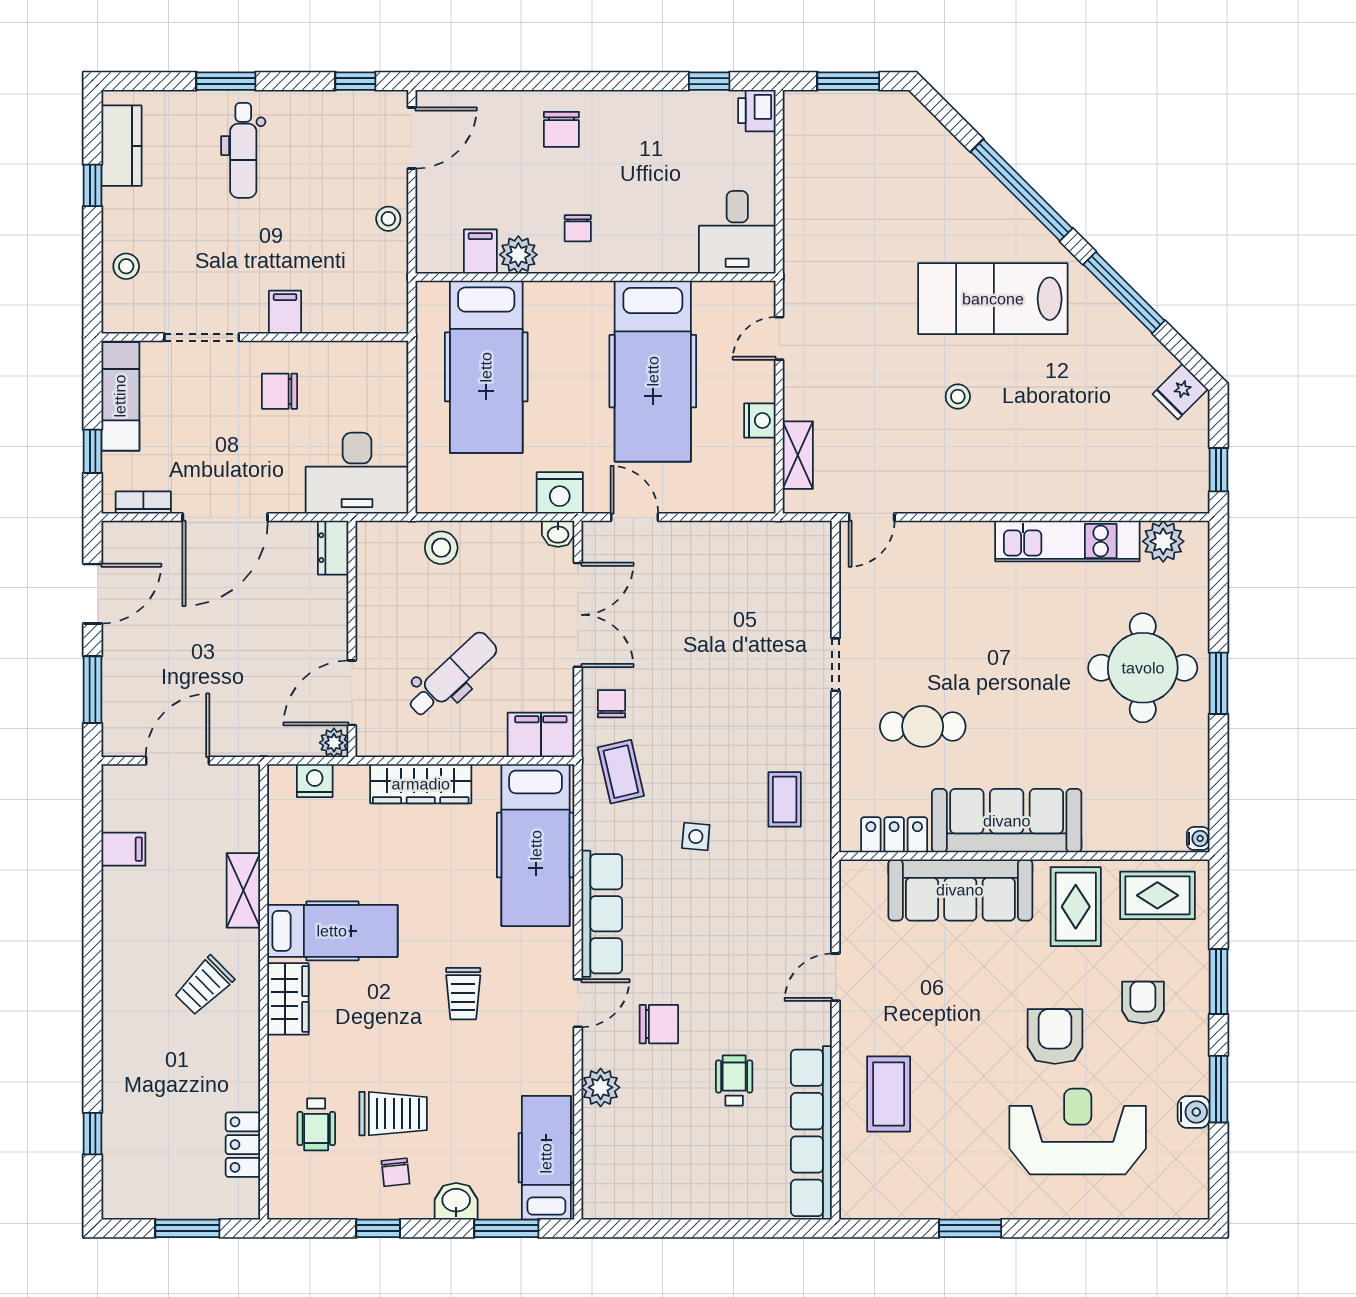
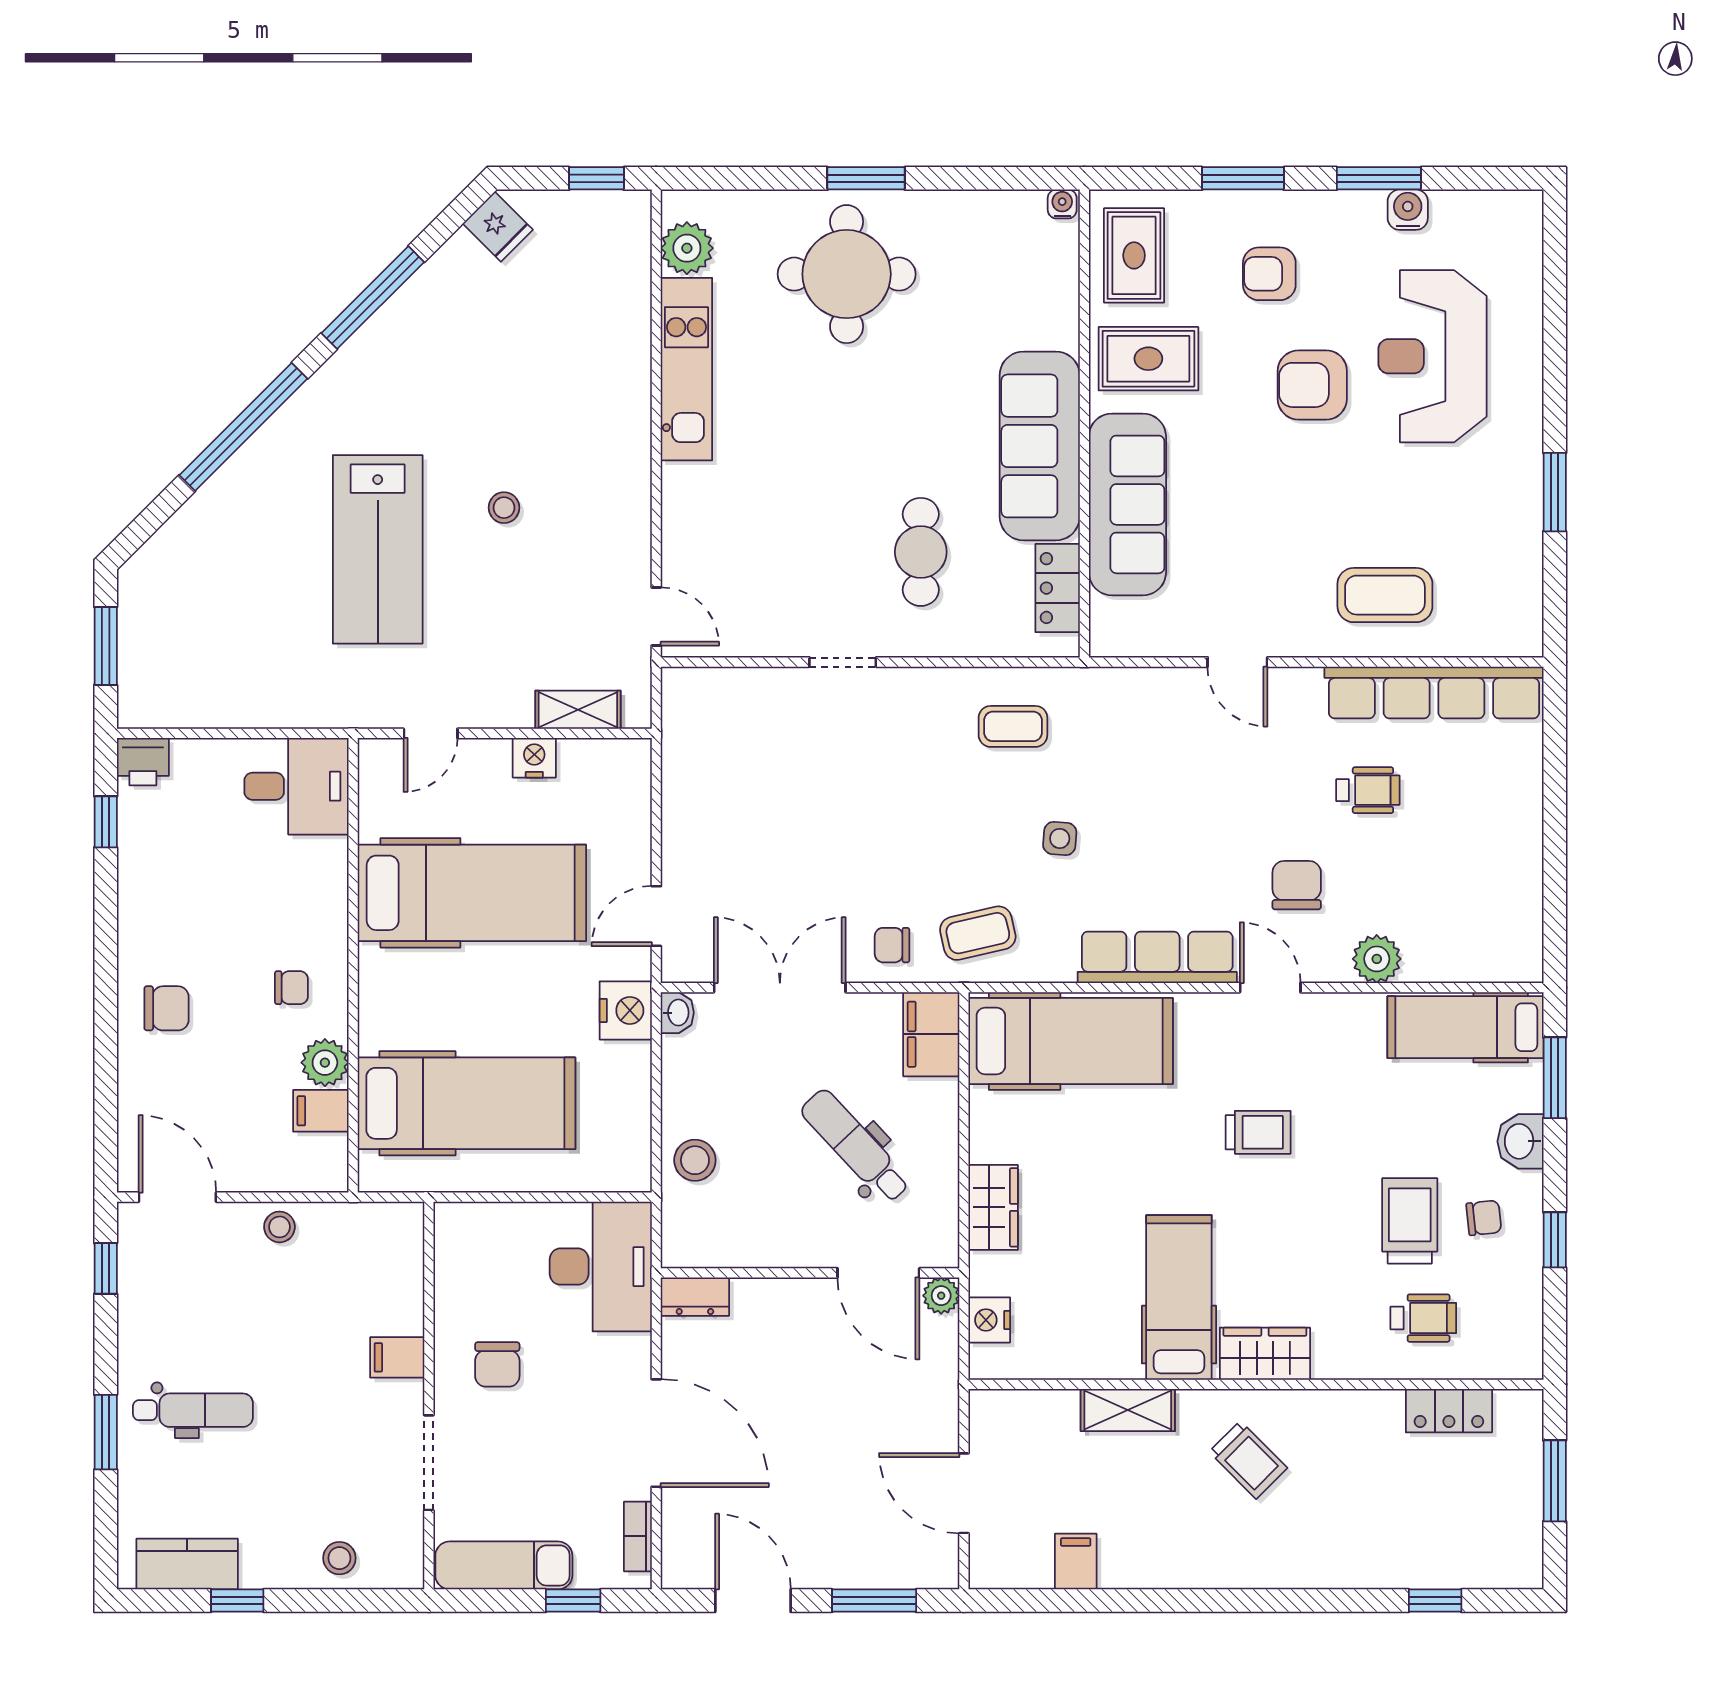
lab bench: (993, 299) -> (378, 549), moved
door: (779, 338) -> (431, 733), hinge flipped
wardrobe: (421, 784) -> (993, 1207), width x0.67
wheelchair: (734, 1080) -> (1368, 790), turned 180

